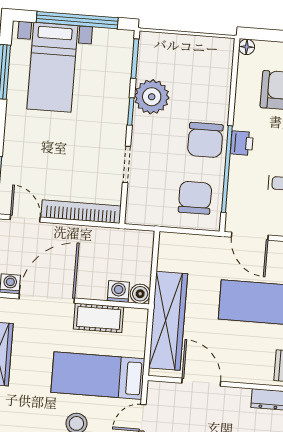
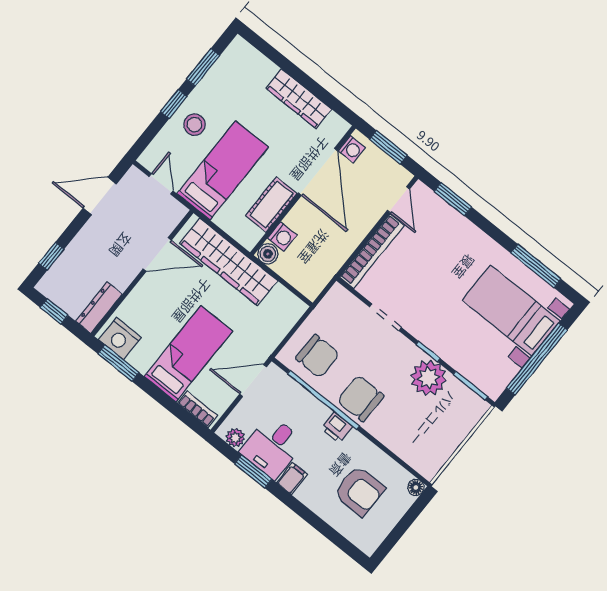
door: (25, 218) -> (398, 200), hinge flipped

